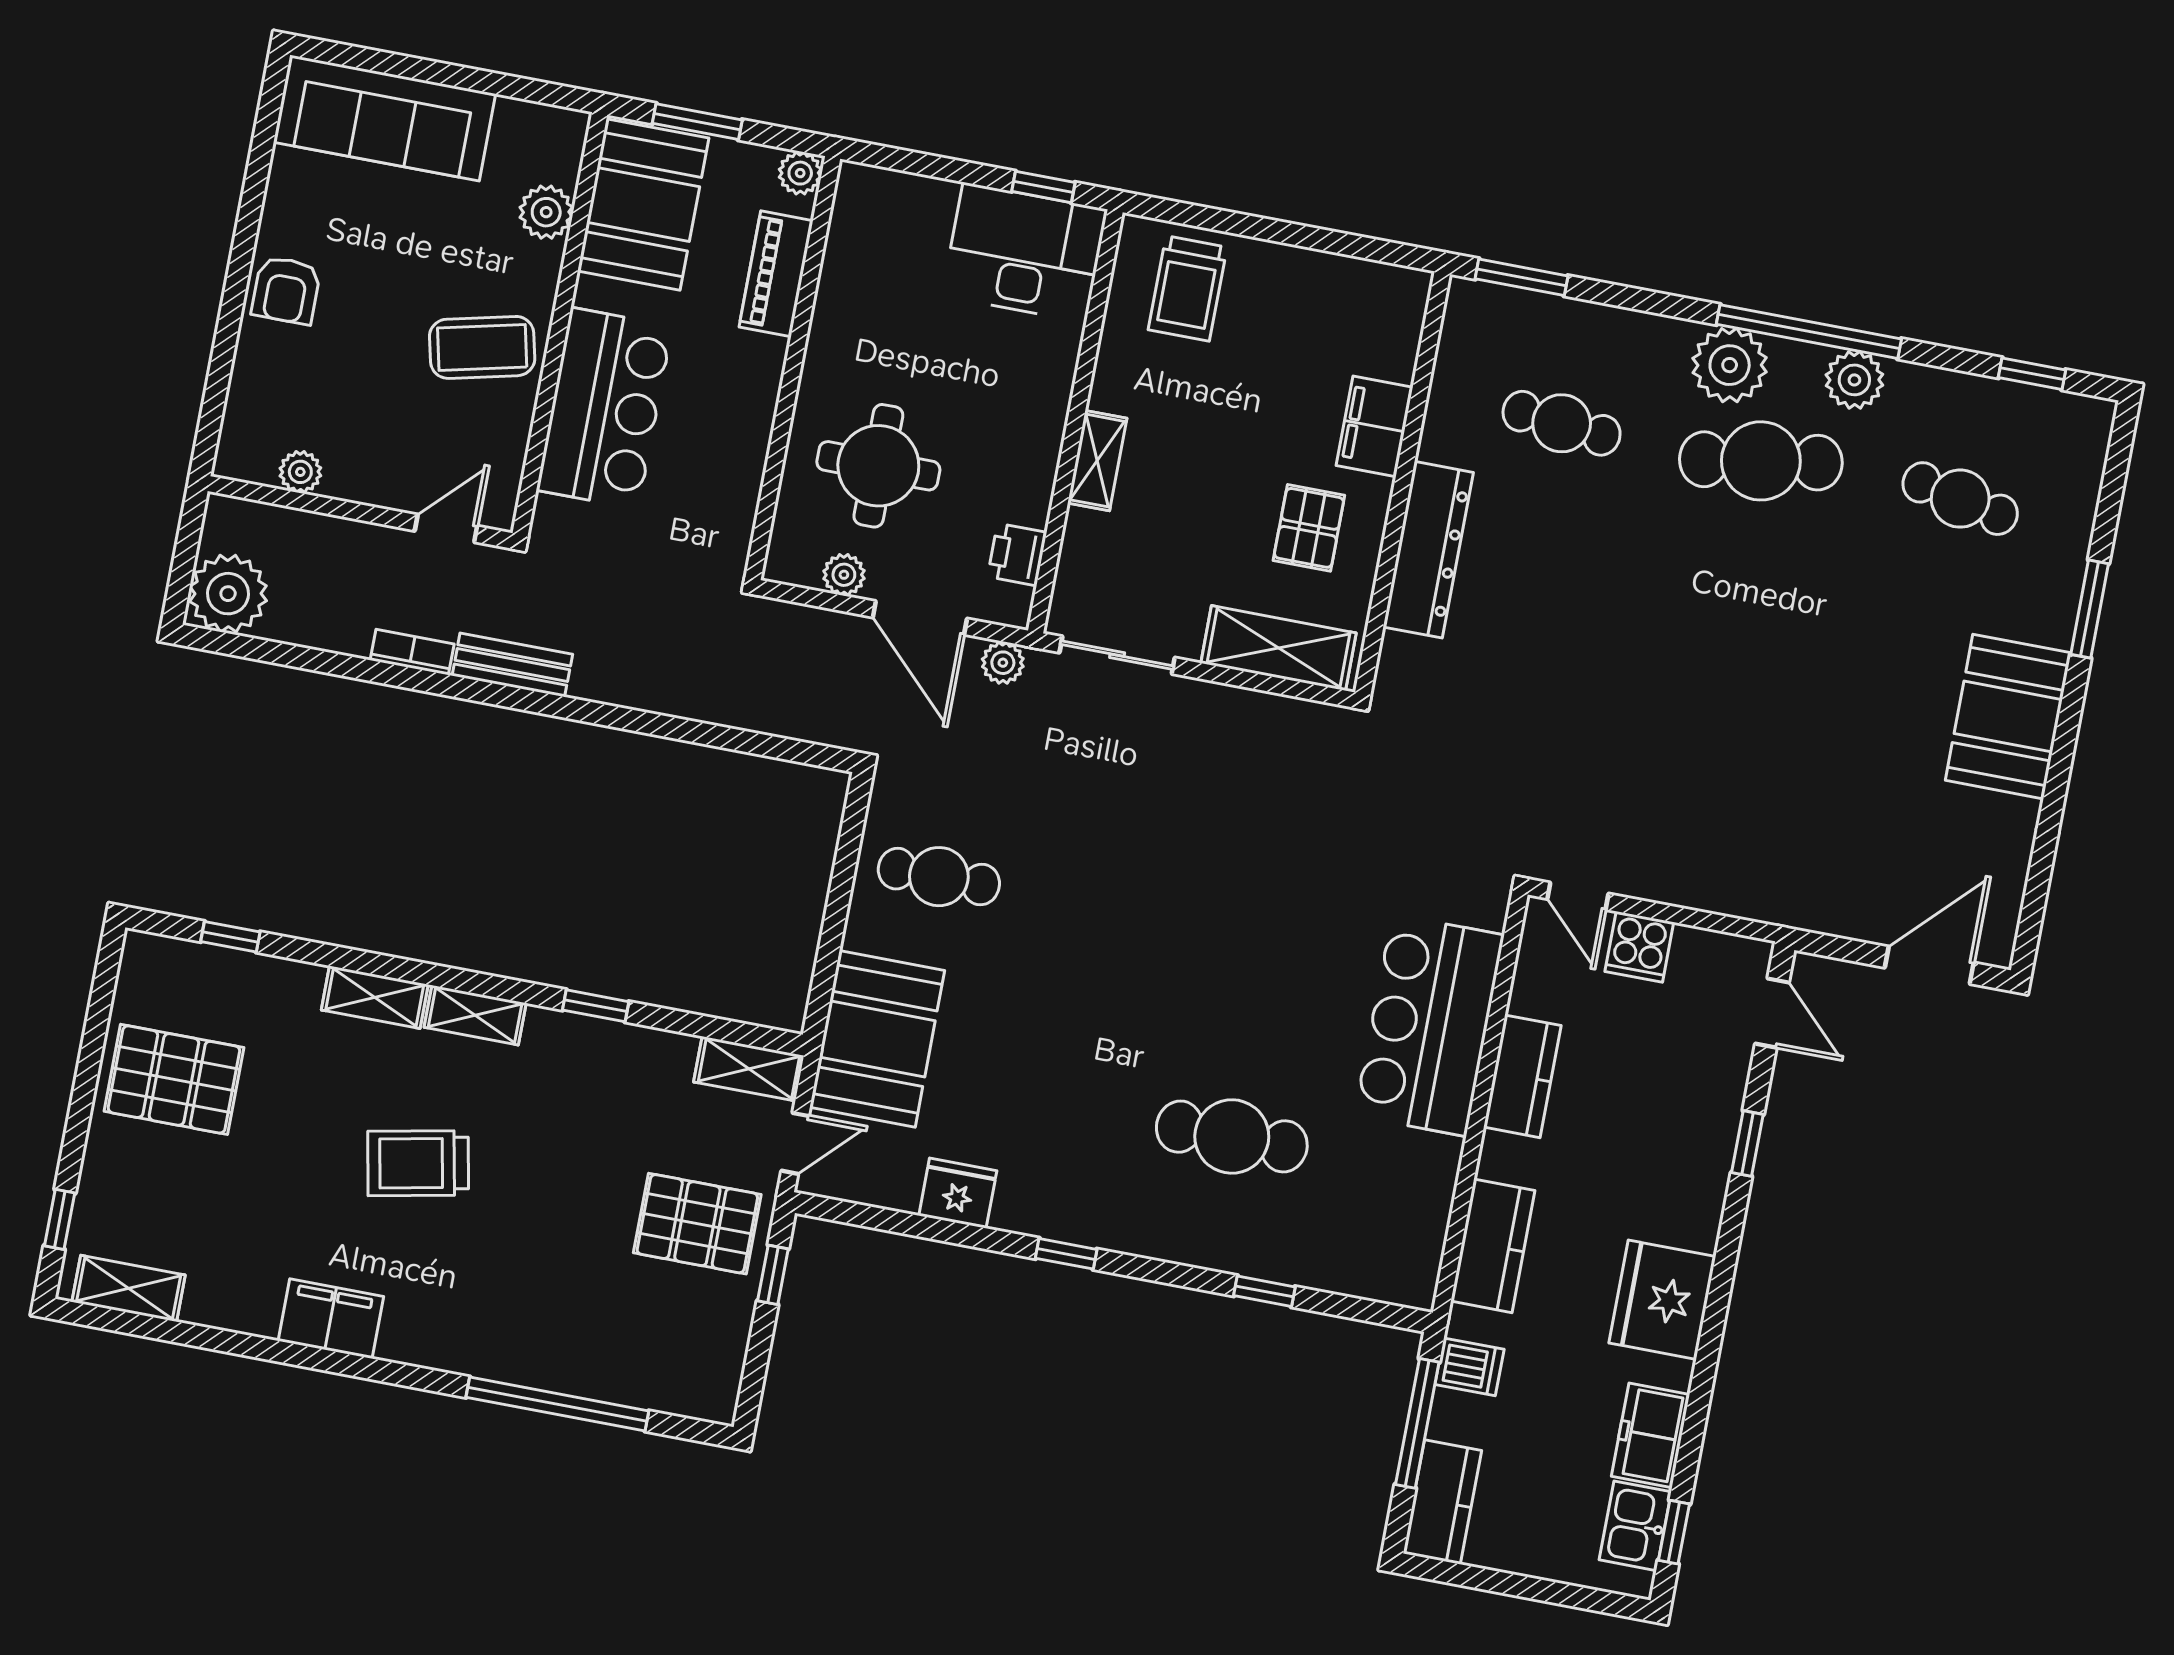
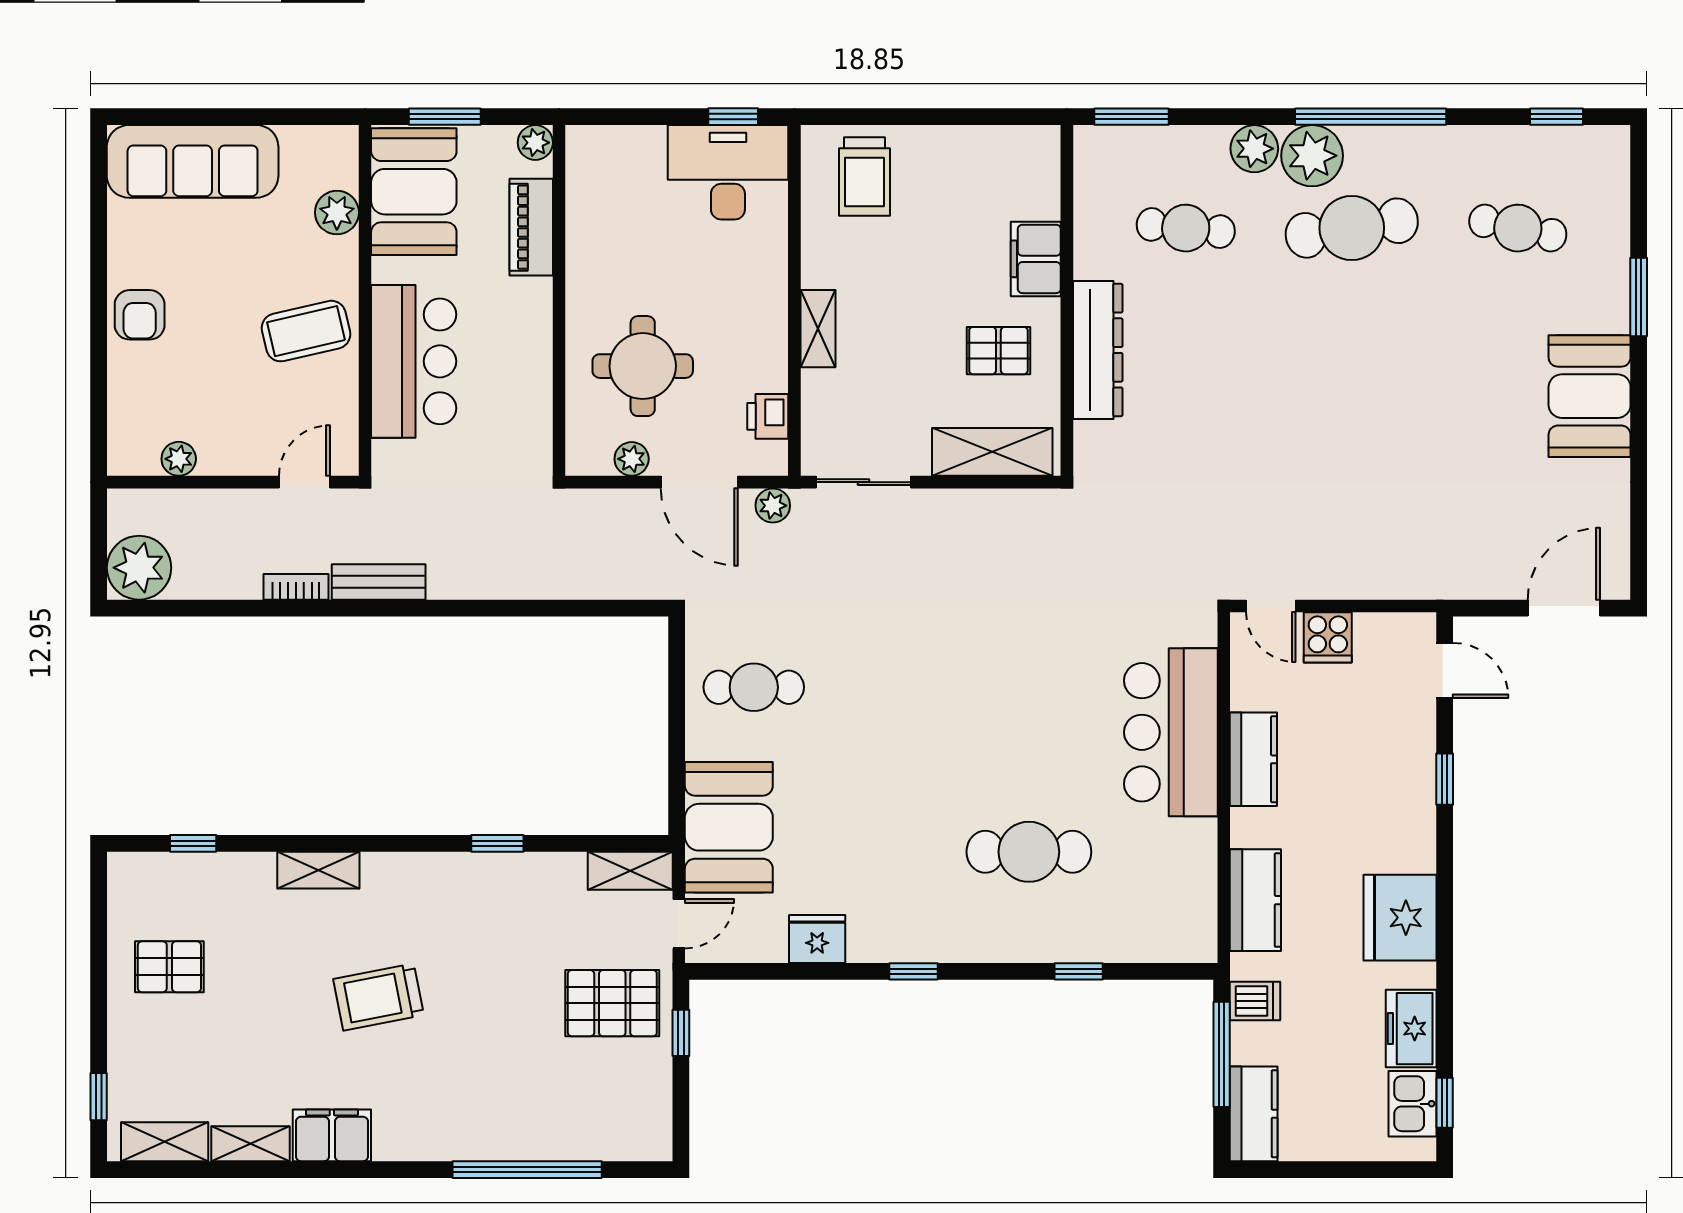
plant: (1854, 380) -> (1254, 149), moved
pallet: (1309, 528) -> (998, 351), turned 90
shelving: (475, 1015) -> (251, 1144), moved
pallet: (174, 1079) -> (169, 967), width x0.67, depth x0.71

